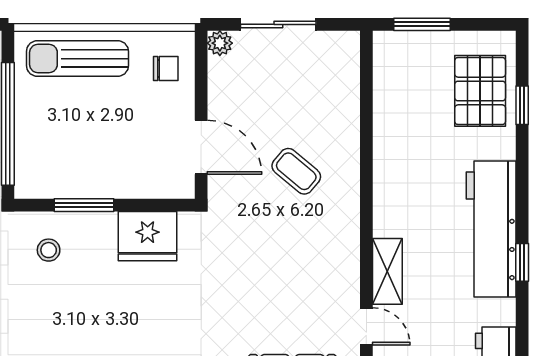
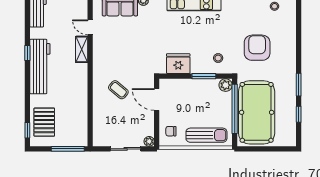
window: (422, 24) -> (68, 149), width x1.44
window: (522, 105) -> (27, 130), moved
plant: (30, 183) -> (226, 85), added

